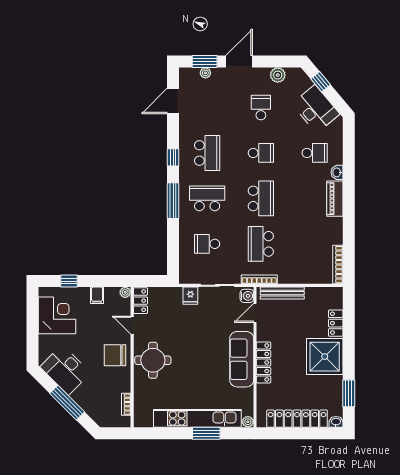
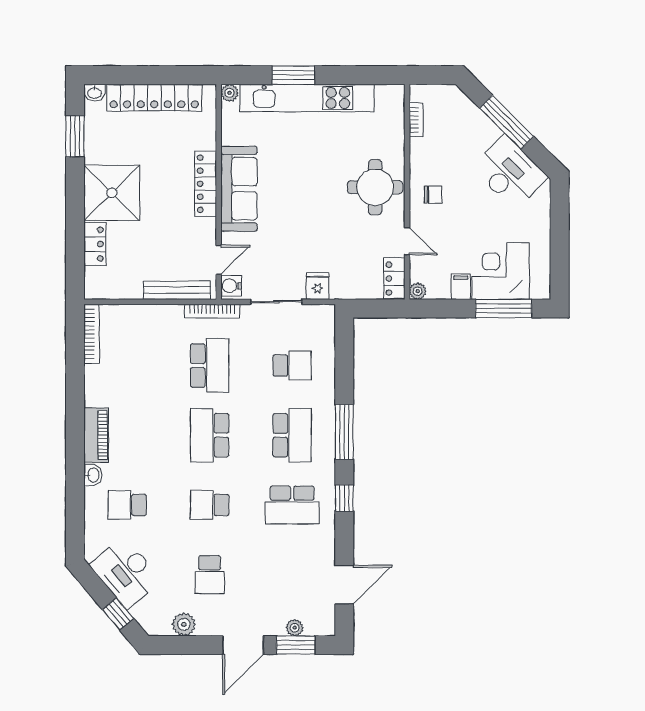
school desk: (207, 153) -> (292, 505), turned -90
school desk: (207, 198) -> (292, 435), turned -90
window: (69, 281) -> (504, 309), width x2.17
corner desk: (57, 315) -> (501, 271), moved, turned 90
chair: (115, 355) -> (433, 195), width x0.54, depth x0.54

